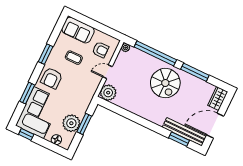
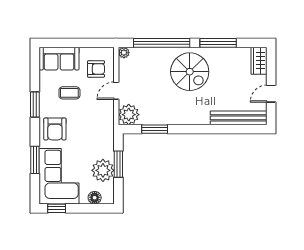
door: (215, 126) -> (271, 94), width x0.53
window: (179, 139) -> (155, 129), moved

